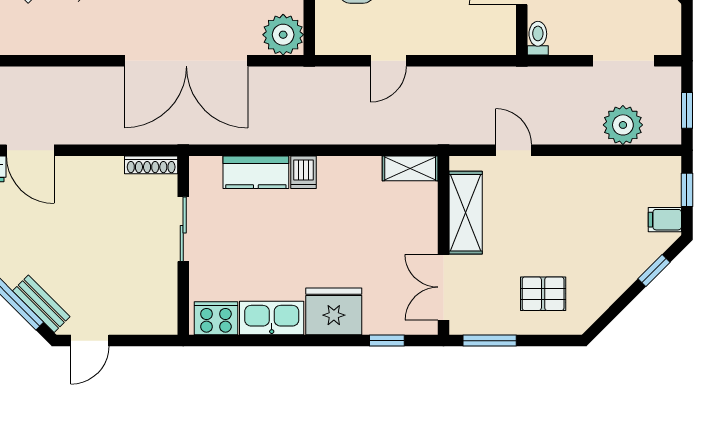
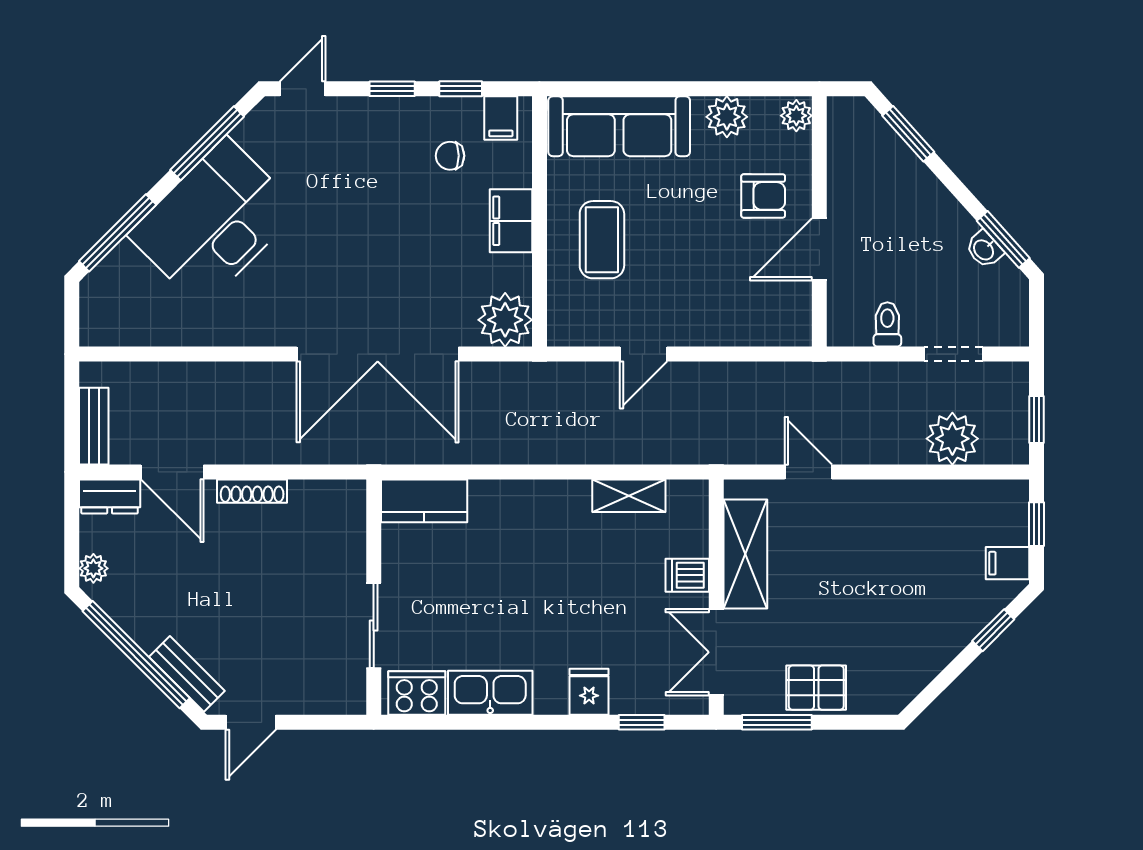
toilet: (538, 38) -> (887, 324), moved
doorway: (624, 61) -> (953, 354), width x0.73
shoe rack: (151, 165) -> (252, 491), moved
shelving: (410, 168) -> (629, 496), moved
kitchen counter: (256, 172) -> (424, 501), moved
dishwasher: (303, 172) -> (687, 575), moved, turned 90
sliding door: (183, 229) -> (374, 625), moved
pallet: (543, 294) -> (816, 688), moved
fridge: (334, 311) -> (589, 692), width x0.53, depth x0.75

